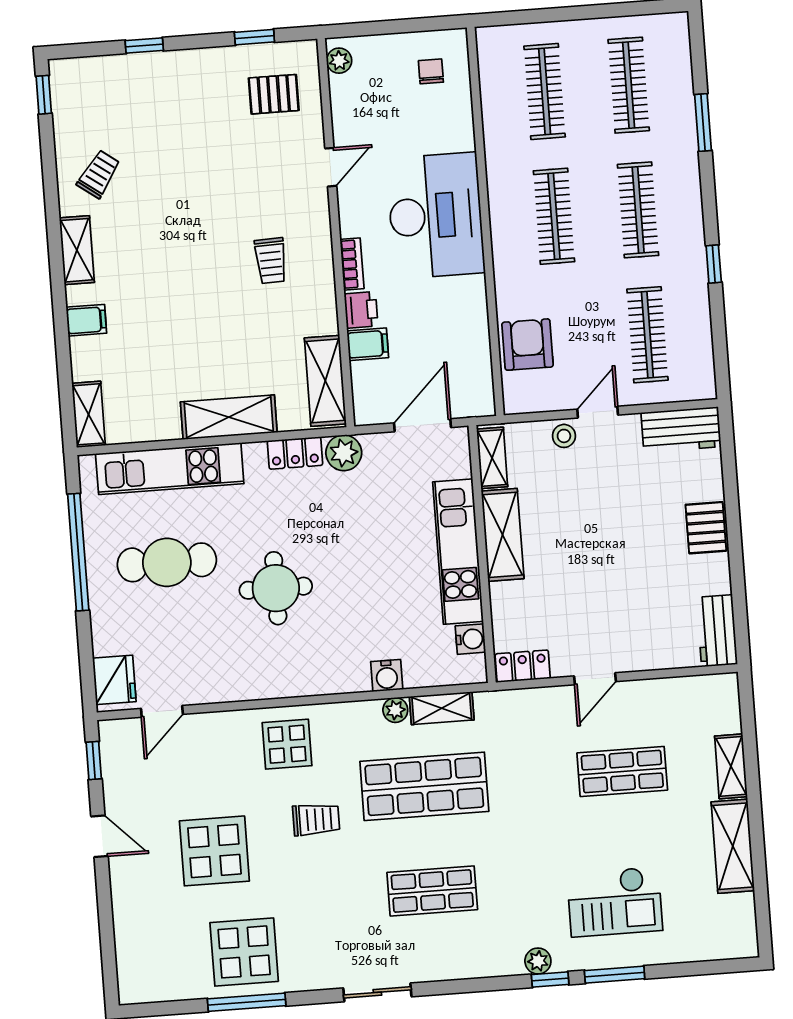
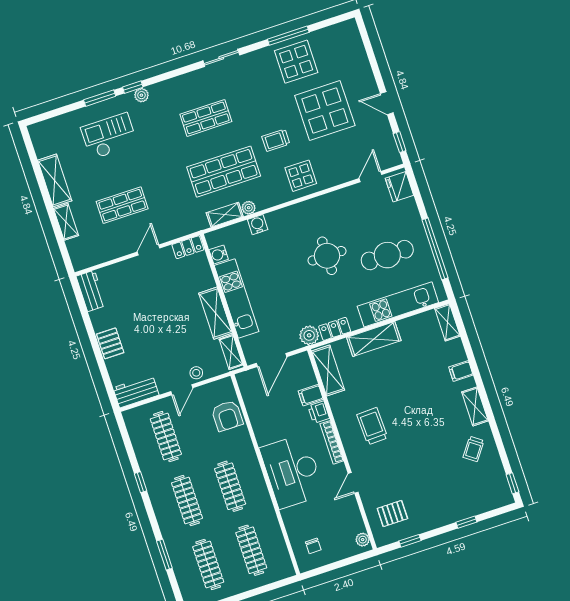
trolley: (271, 261) -> (372, 426), width x1.36, depth x1.39
bookcase: (352, 264) -> (332, 442), width x1.56
display table: (214, 851) -> (325, 110), width x1.36, depth x1.36

